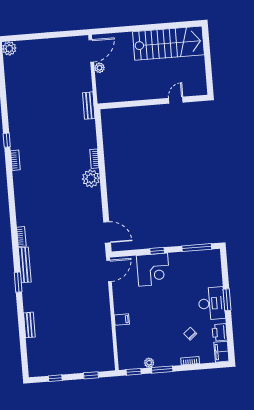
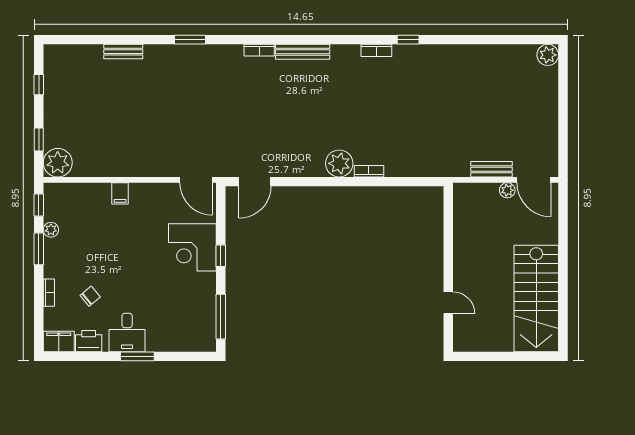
bench: (89, 106) -> (491, 169), moved
bench: (25, 265) -> (303, 52), moved
desk: (212, 303) -> (127, 332), width x0.73
plant: (105, 362) -> (58, 163), added

